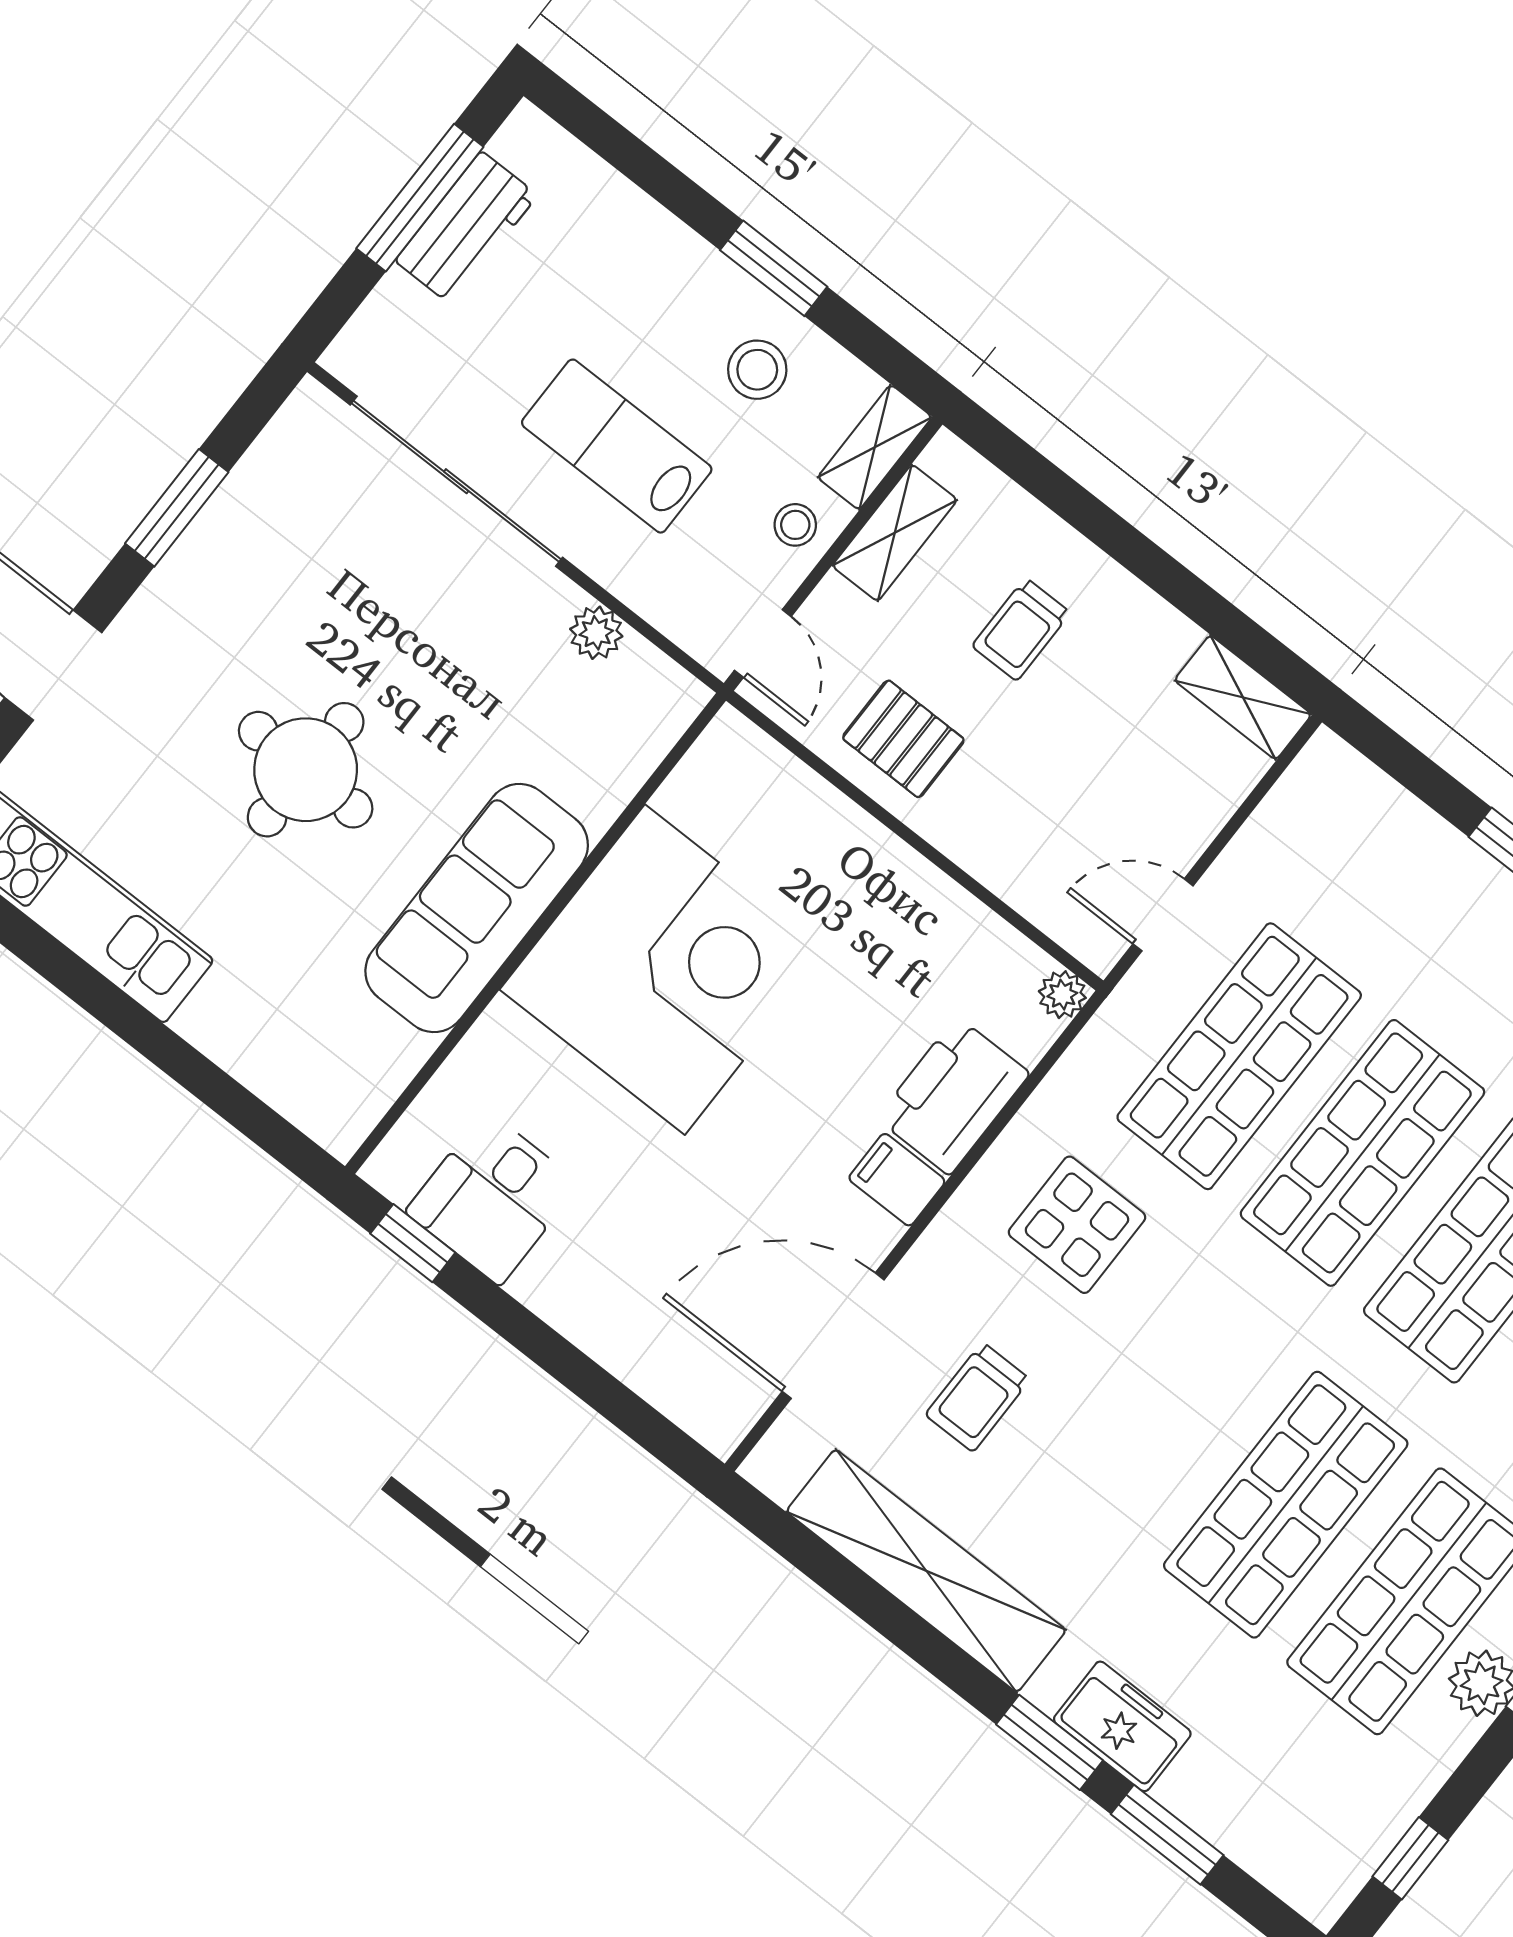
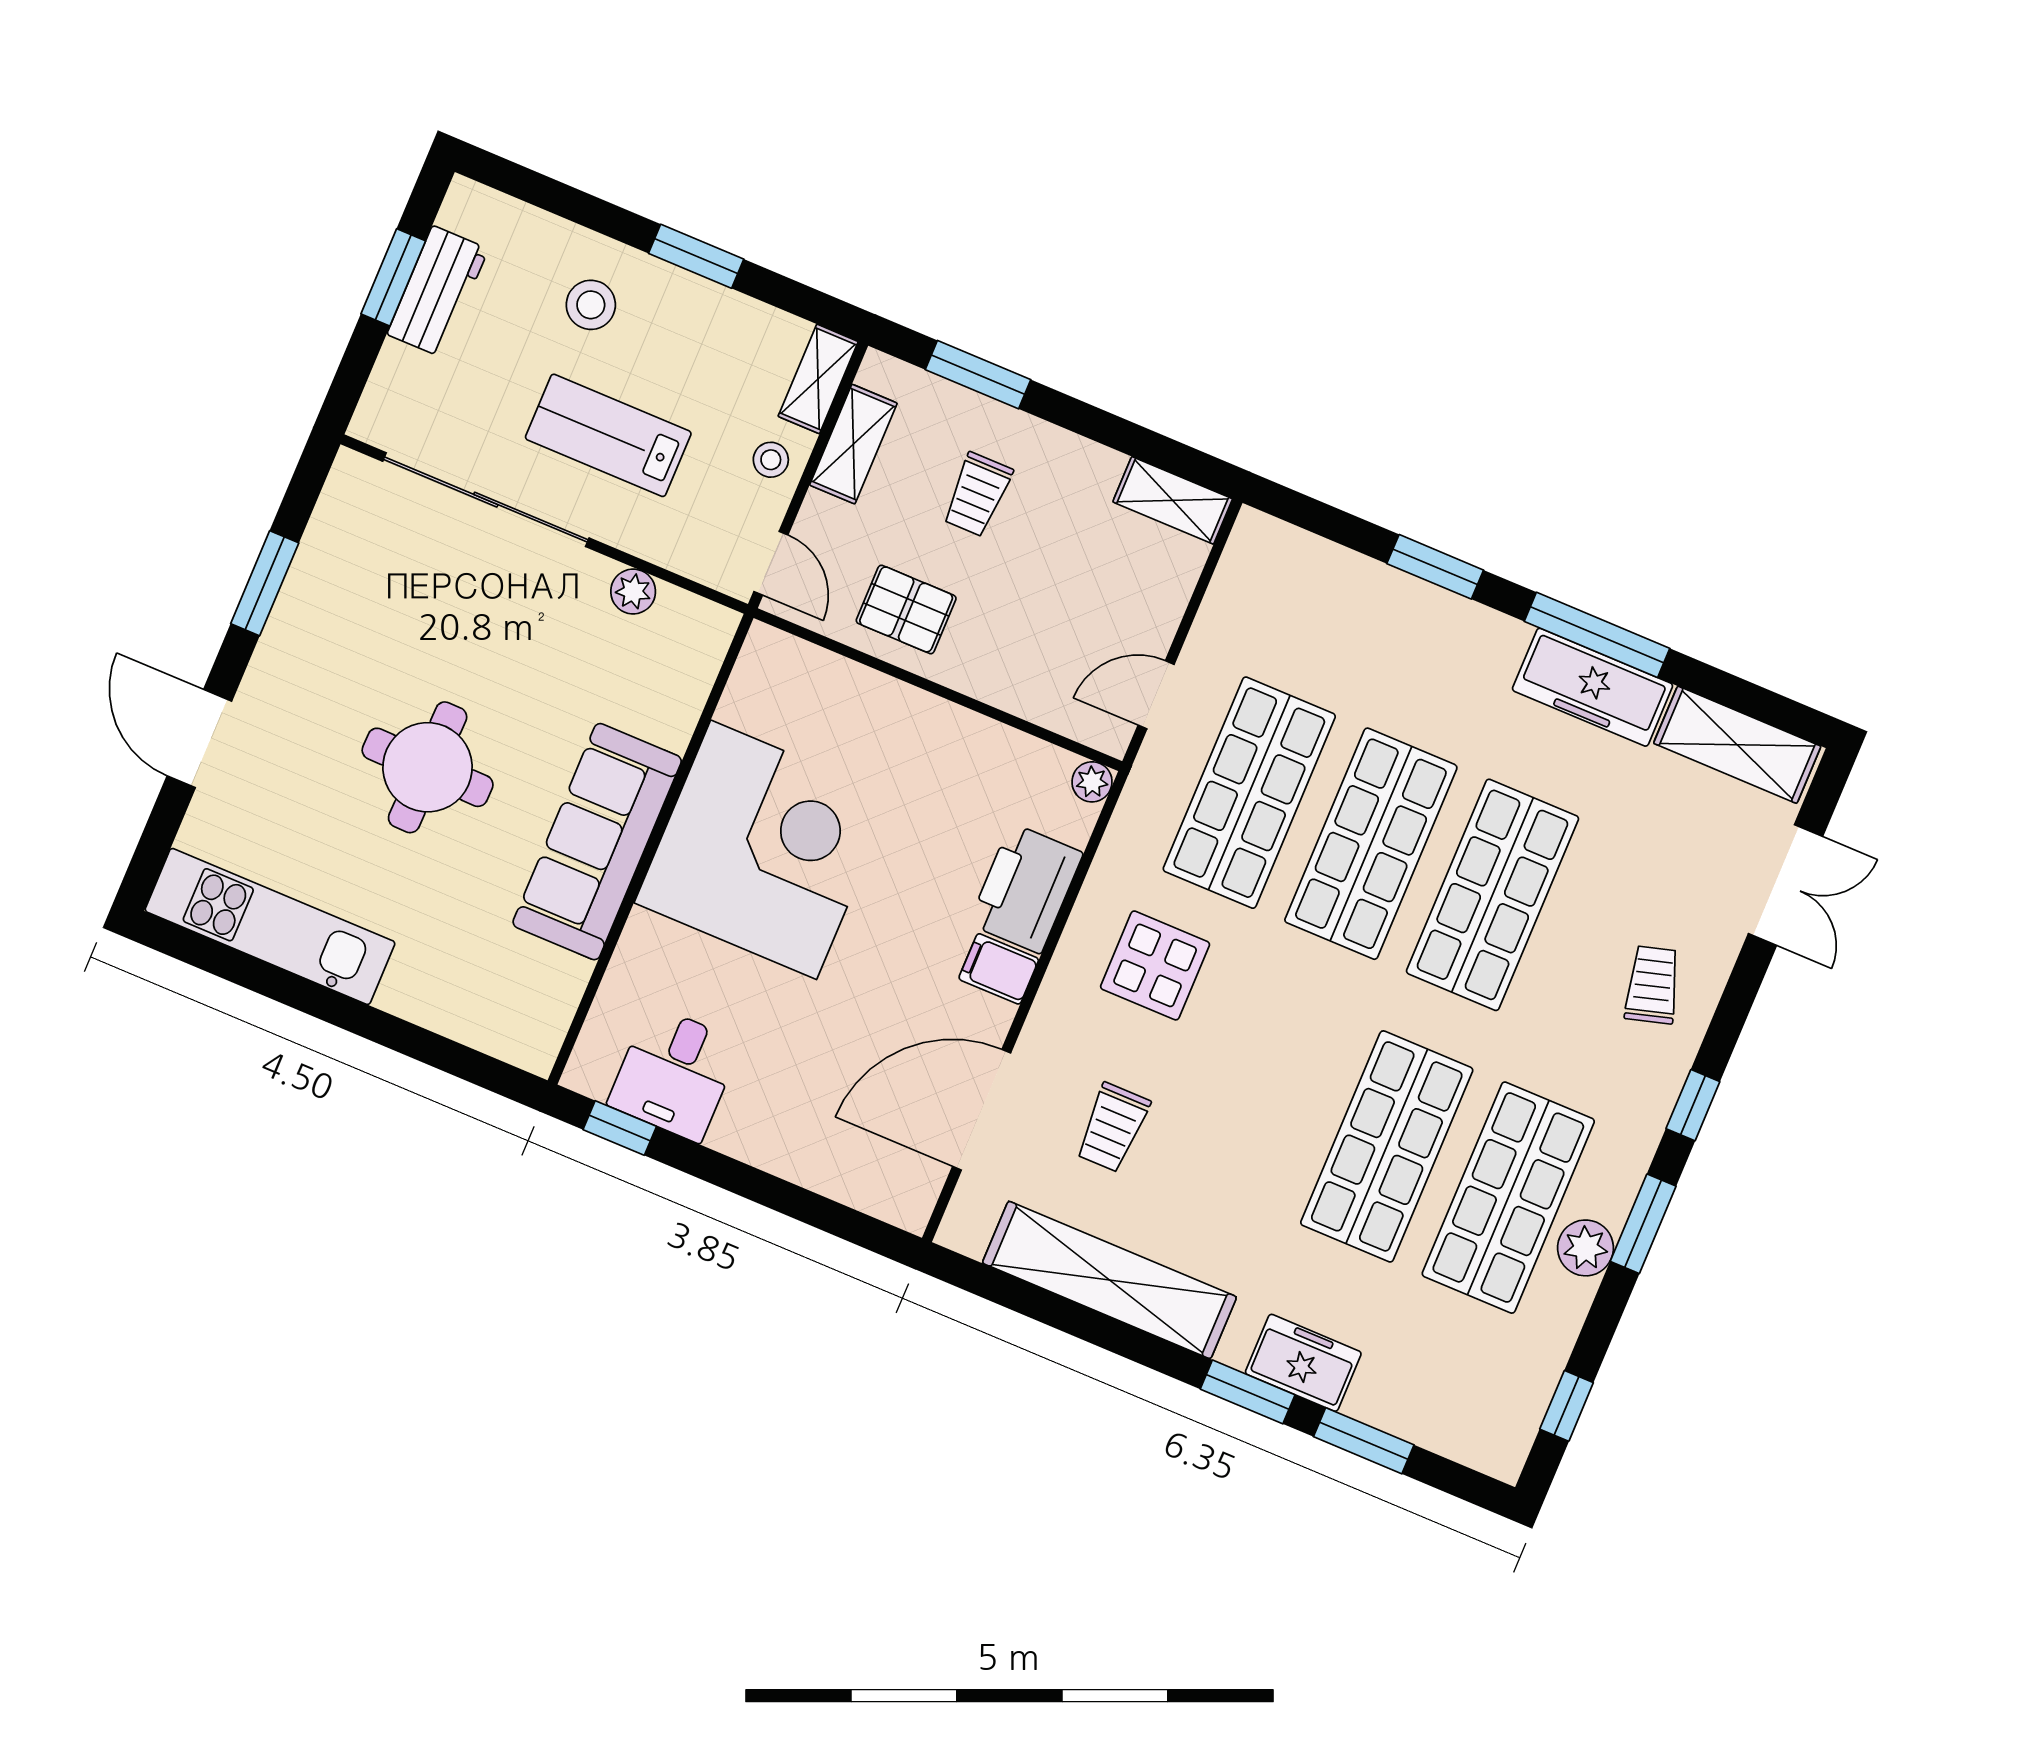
window: (420, 198) -> (393, 277), width x0.69
stool: (757, 370) -> (591, 305), moved
window: (1059, 492) -> (978, 375), added

